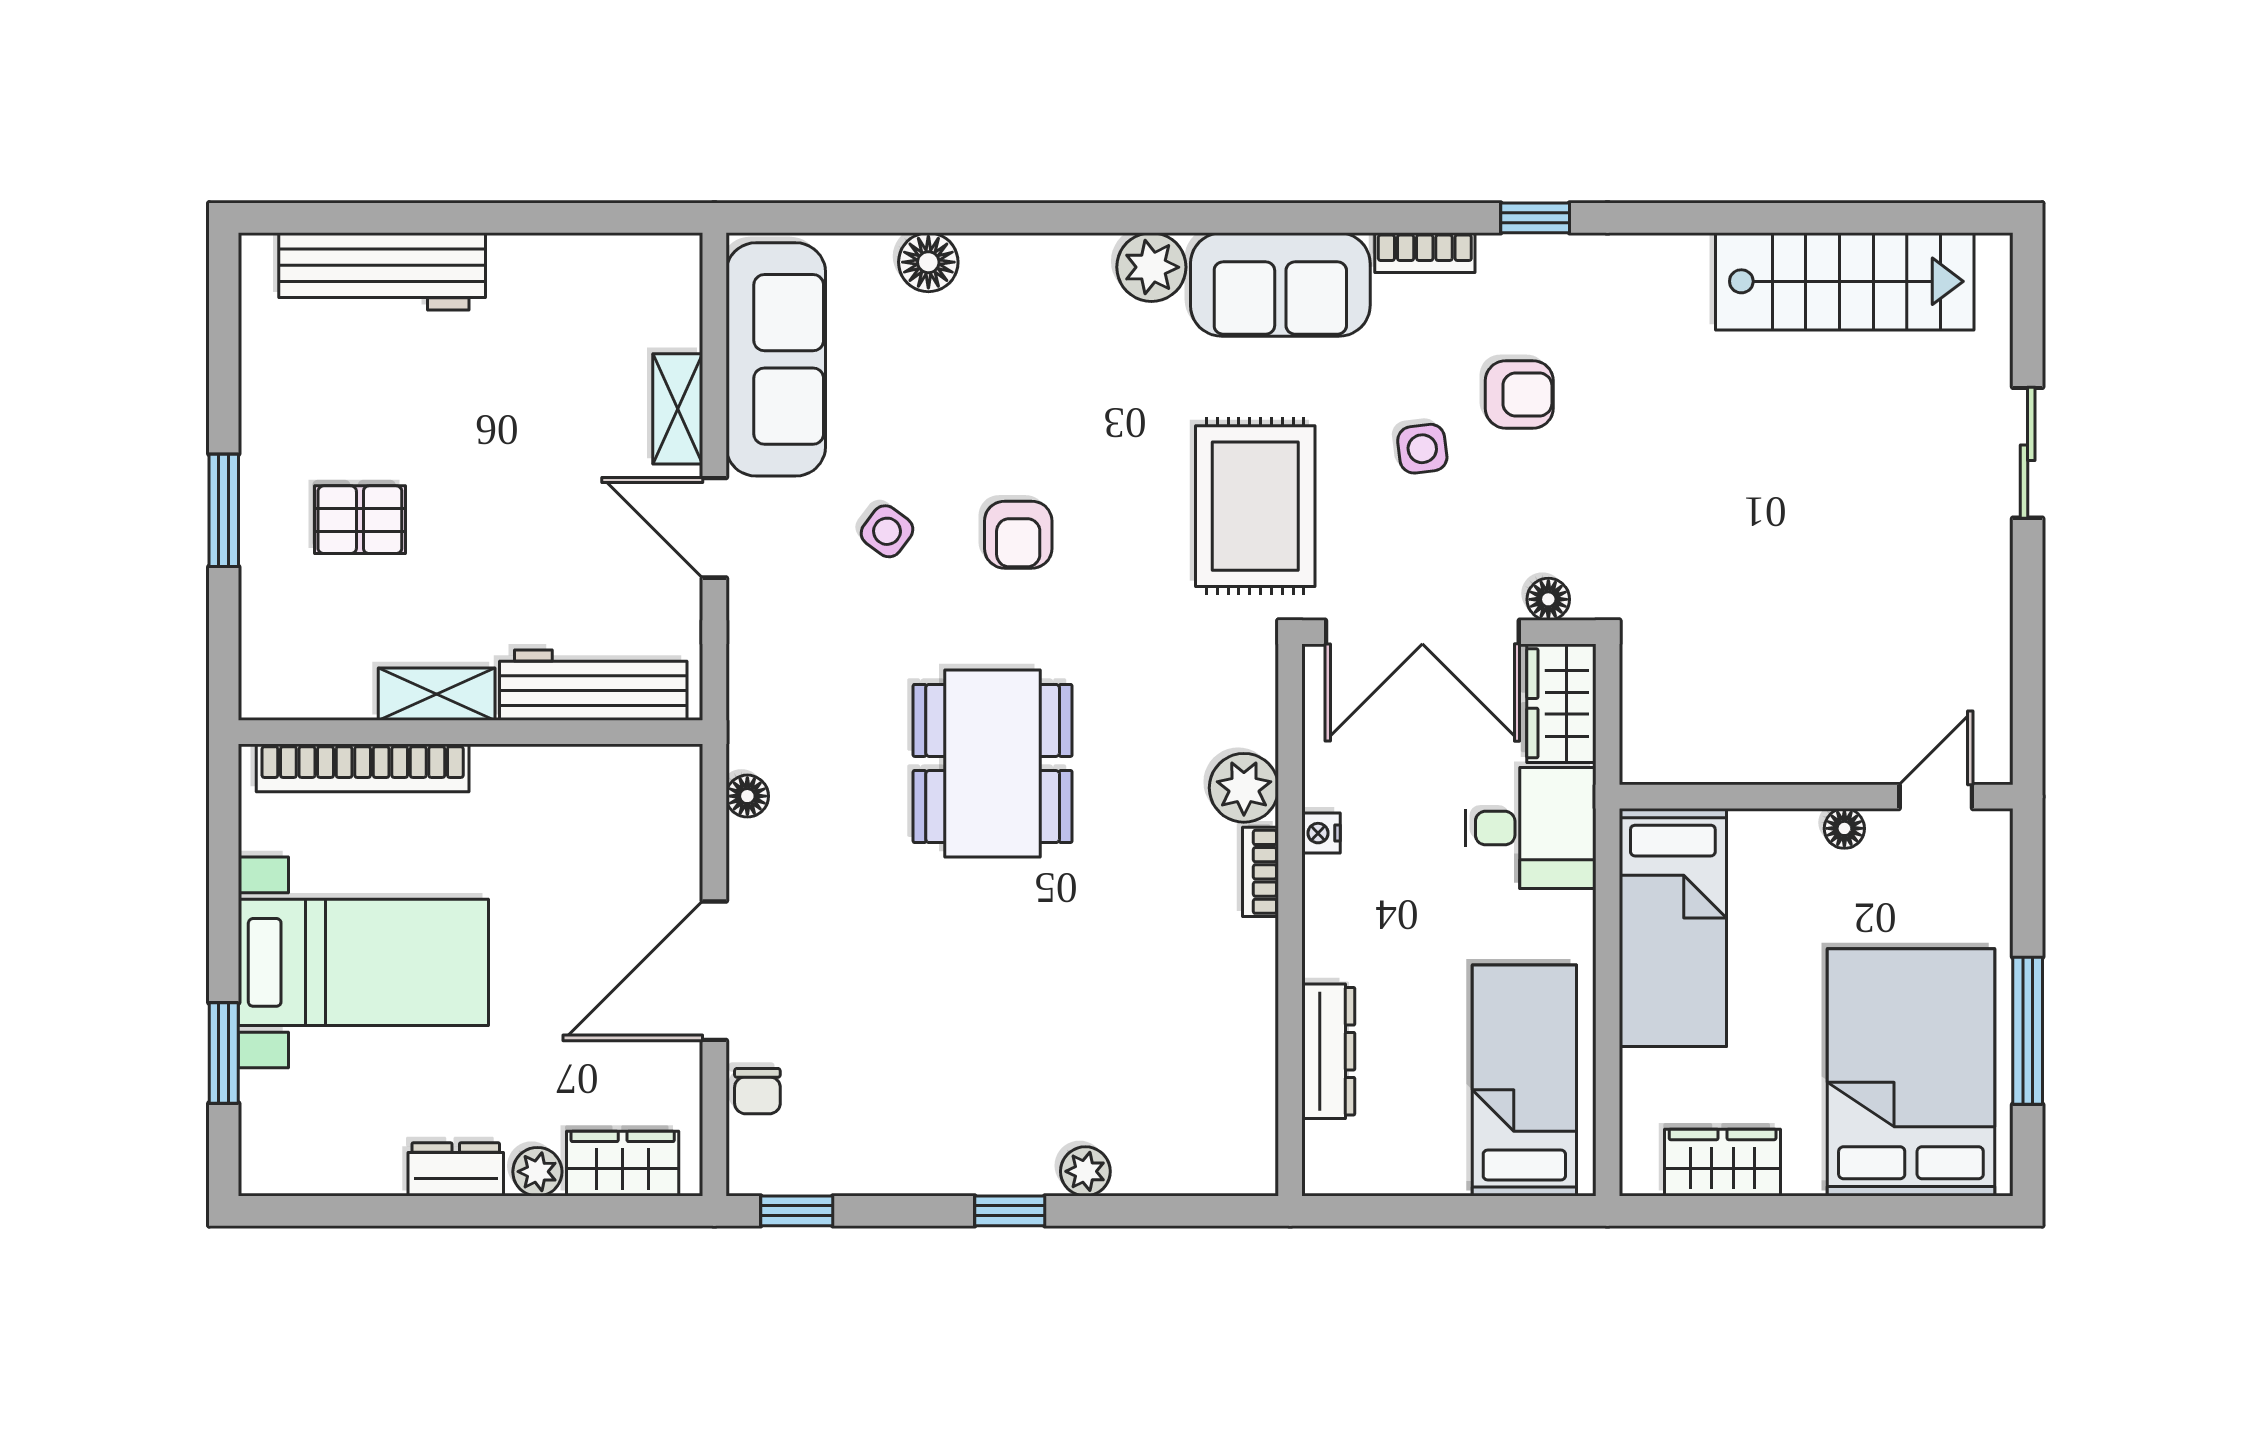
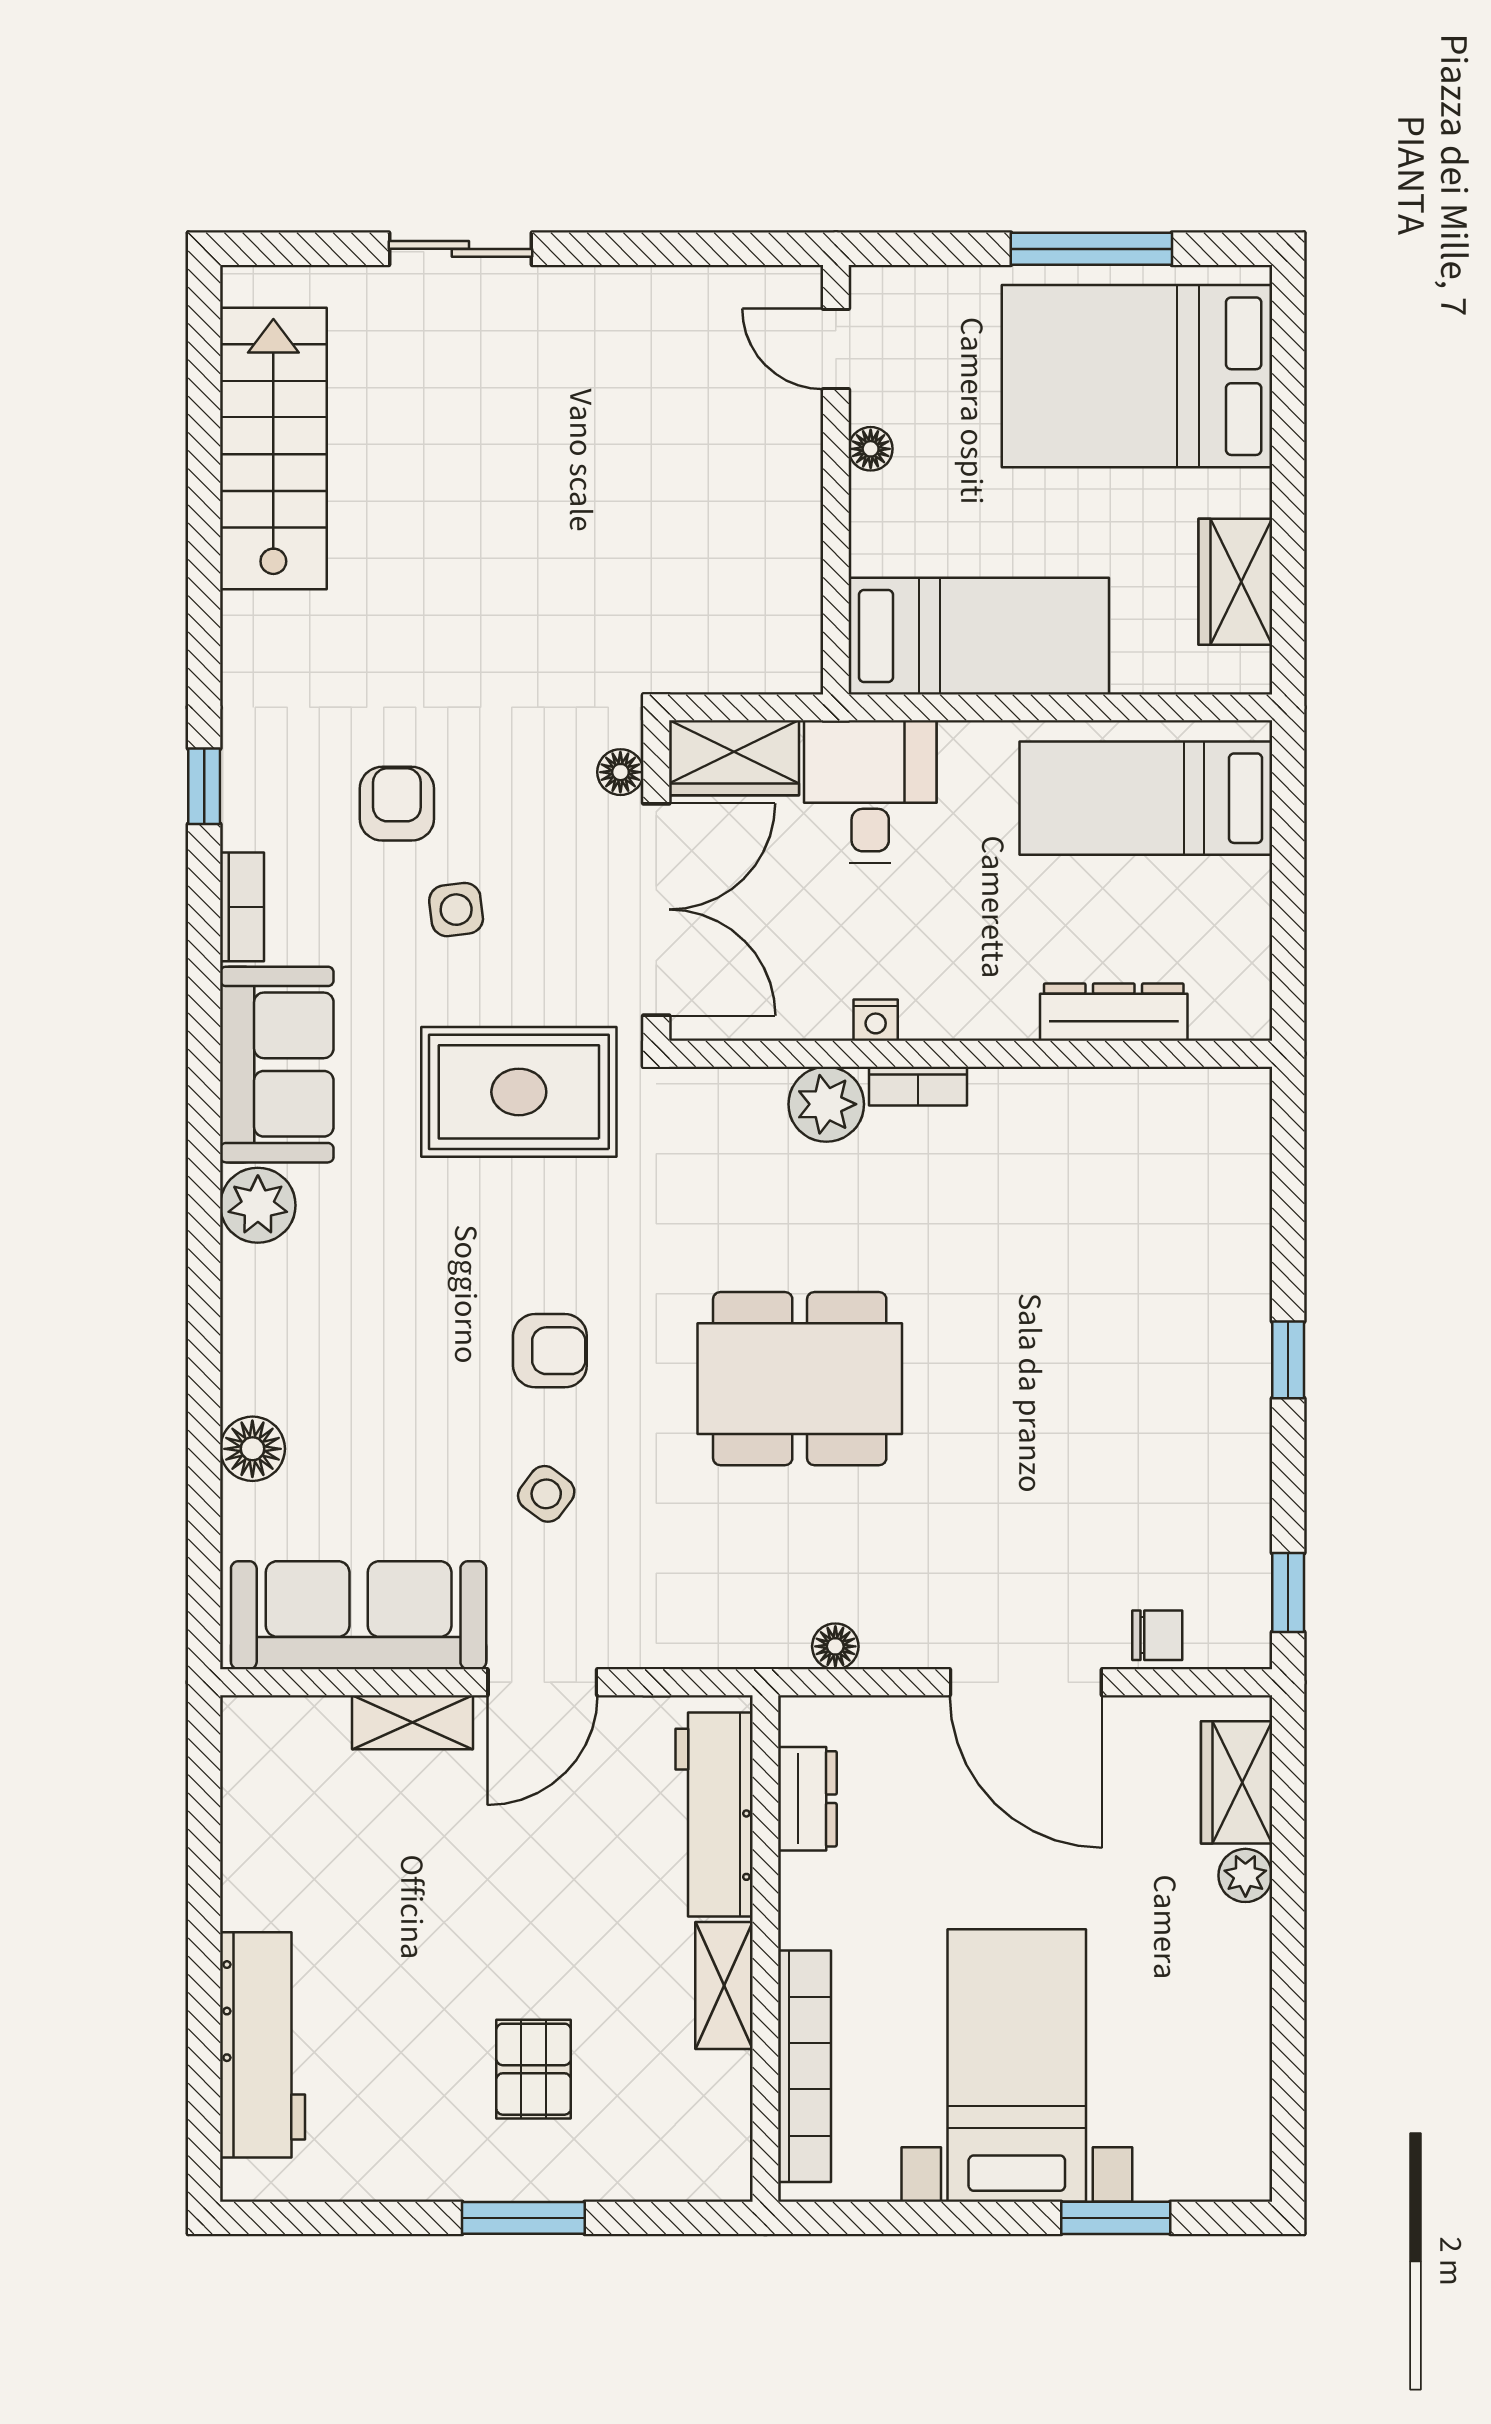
dresser: (456, 1169) -> (807, 1799), moved, turned 180
plant: (1085, 1171) -> (1245, 1277), removed

